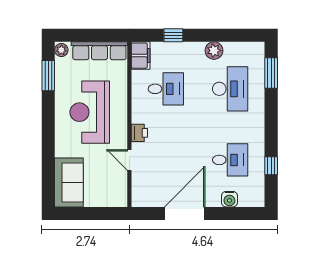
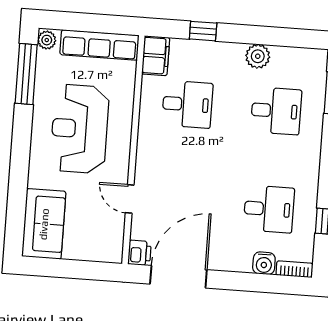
window: (48, 76) -> (26, 74), width x1.44
desk: (230, 89) -> (276, 111), width x0.73
printer: (139, 133) -> (139, 253), moved
bookcase: (252, 202) -> (294, 269), added
door: (185, 213) -> (178, 277), moved

